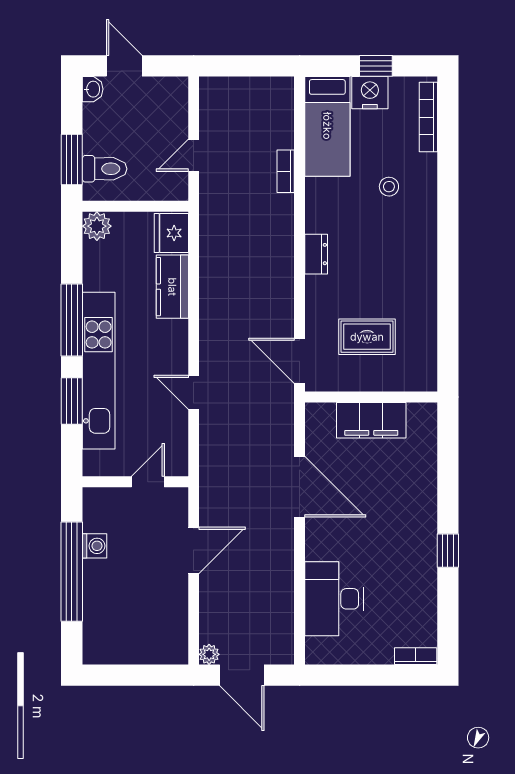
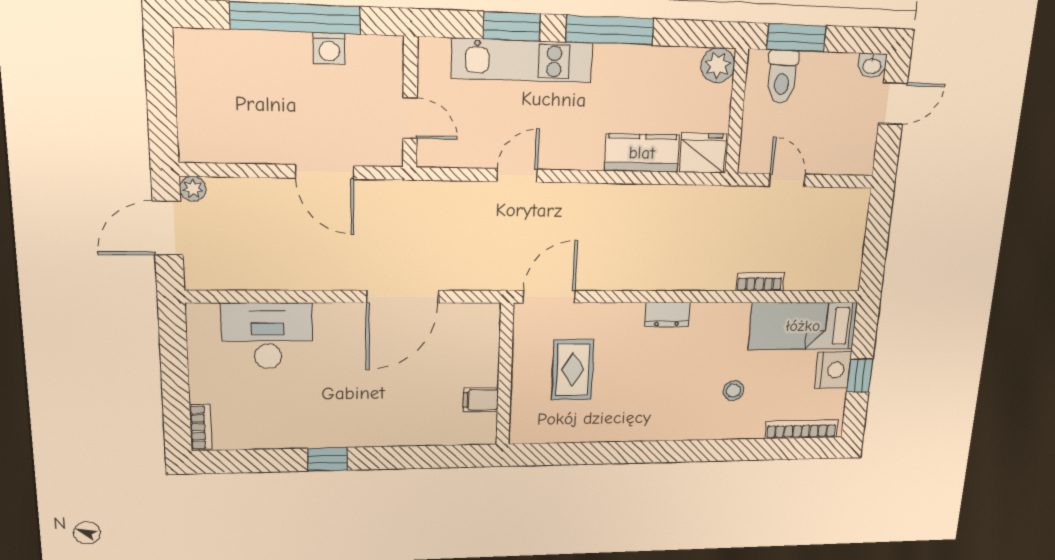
kitchen unit: (99, 371) -> (522, 60), width x0.73
filing cabinet: (371, 420) -> (481, 400), width x0.33, depth x0.86

